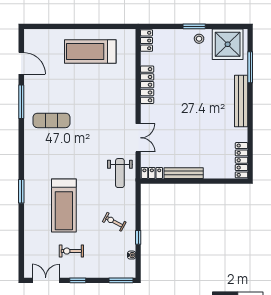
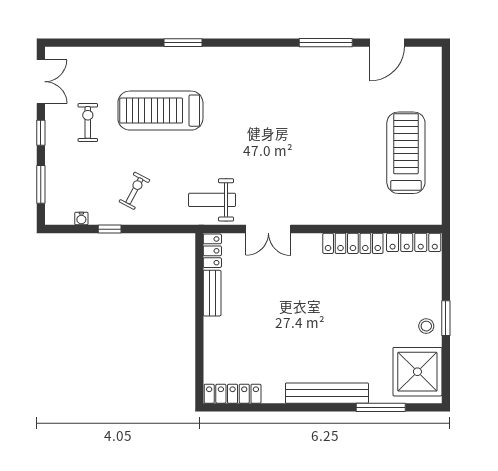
locker: (147, 41) -> (414, 242), width x1.53
exercise mat: (51, 120) -> (296, 91), removed
bench: (184, 173) -> (212, 293), width x0.73
window: (121, 280) -> (41, 184), moved

